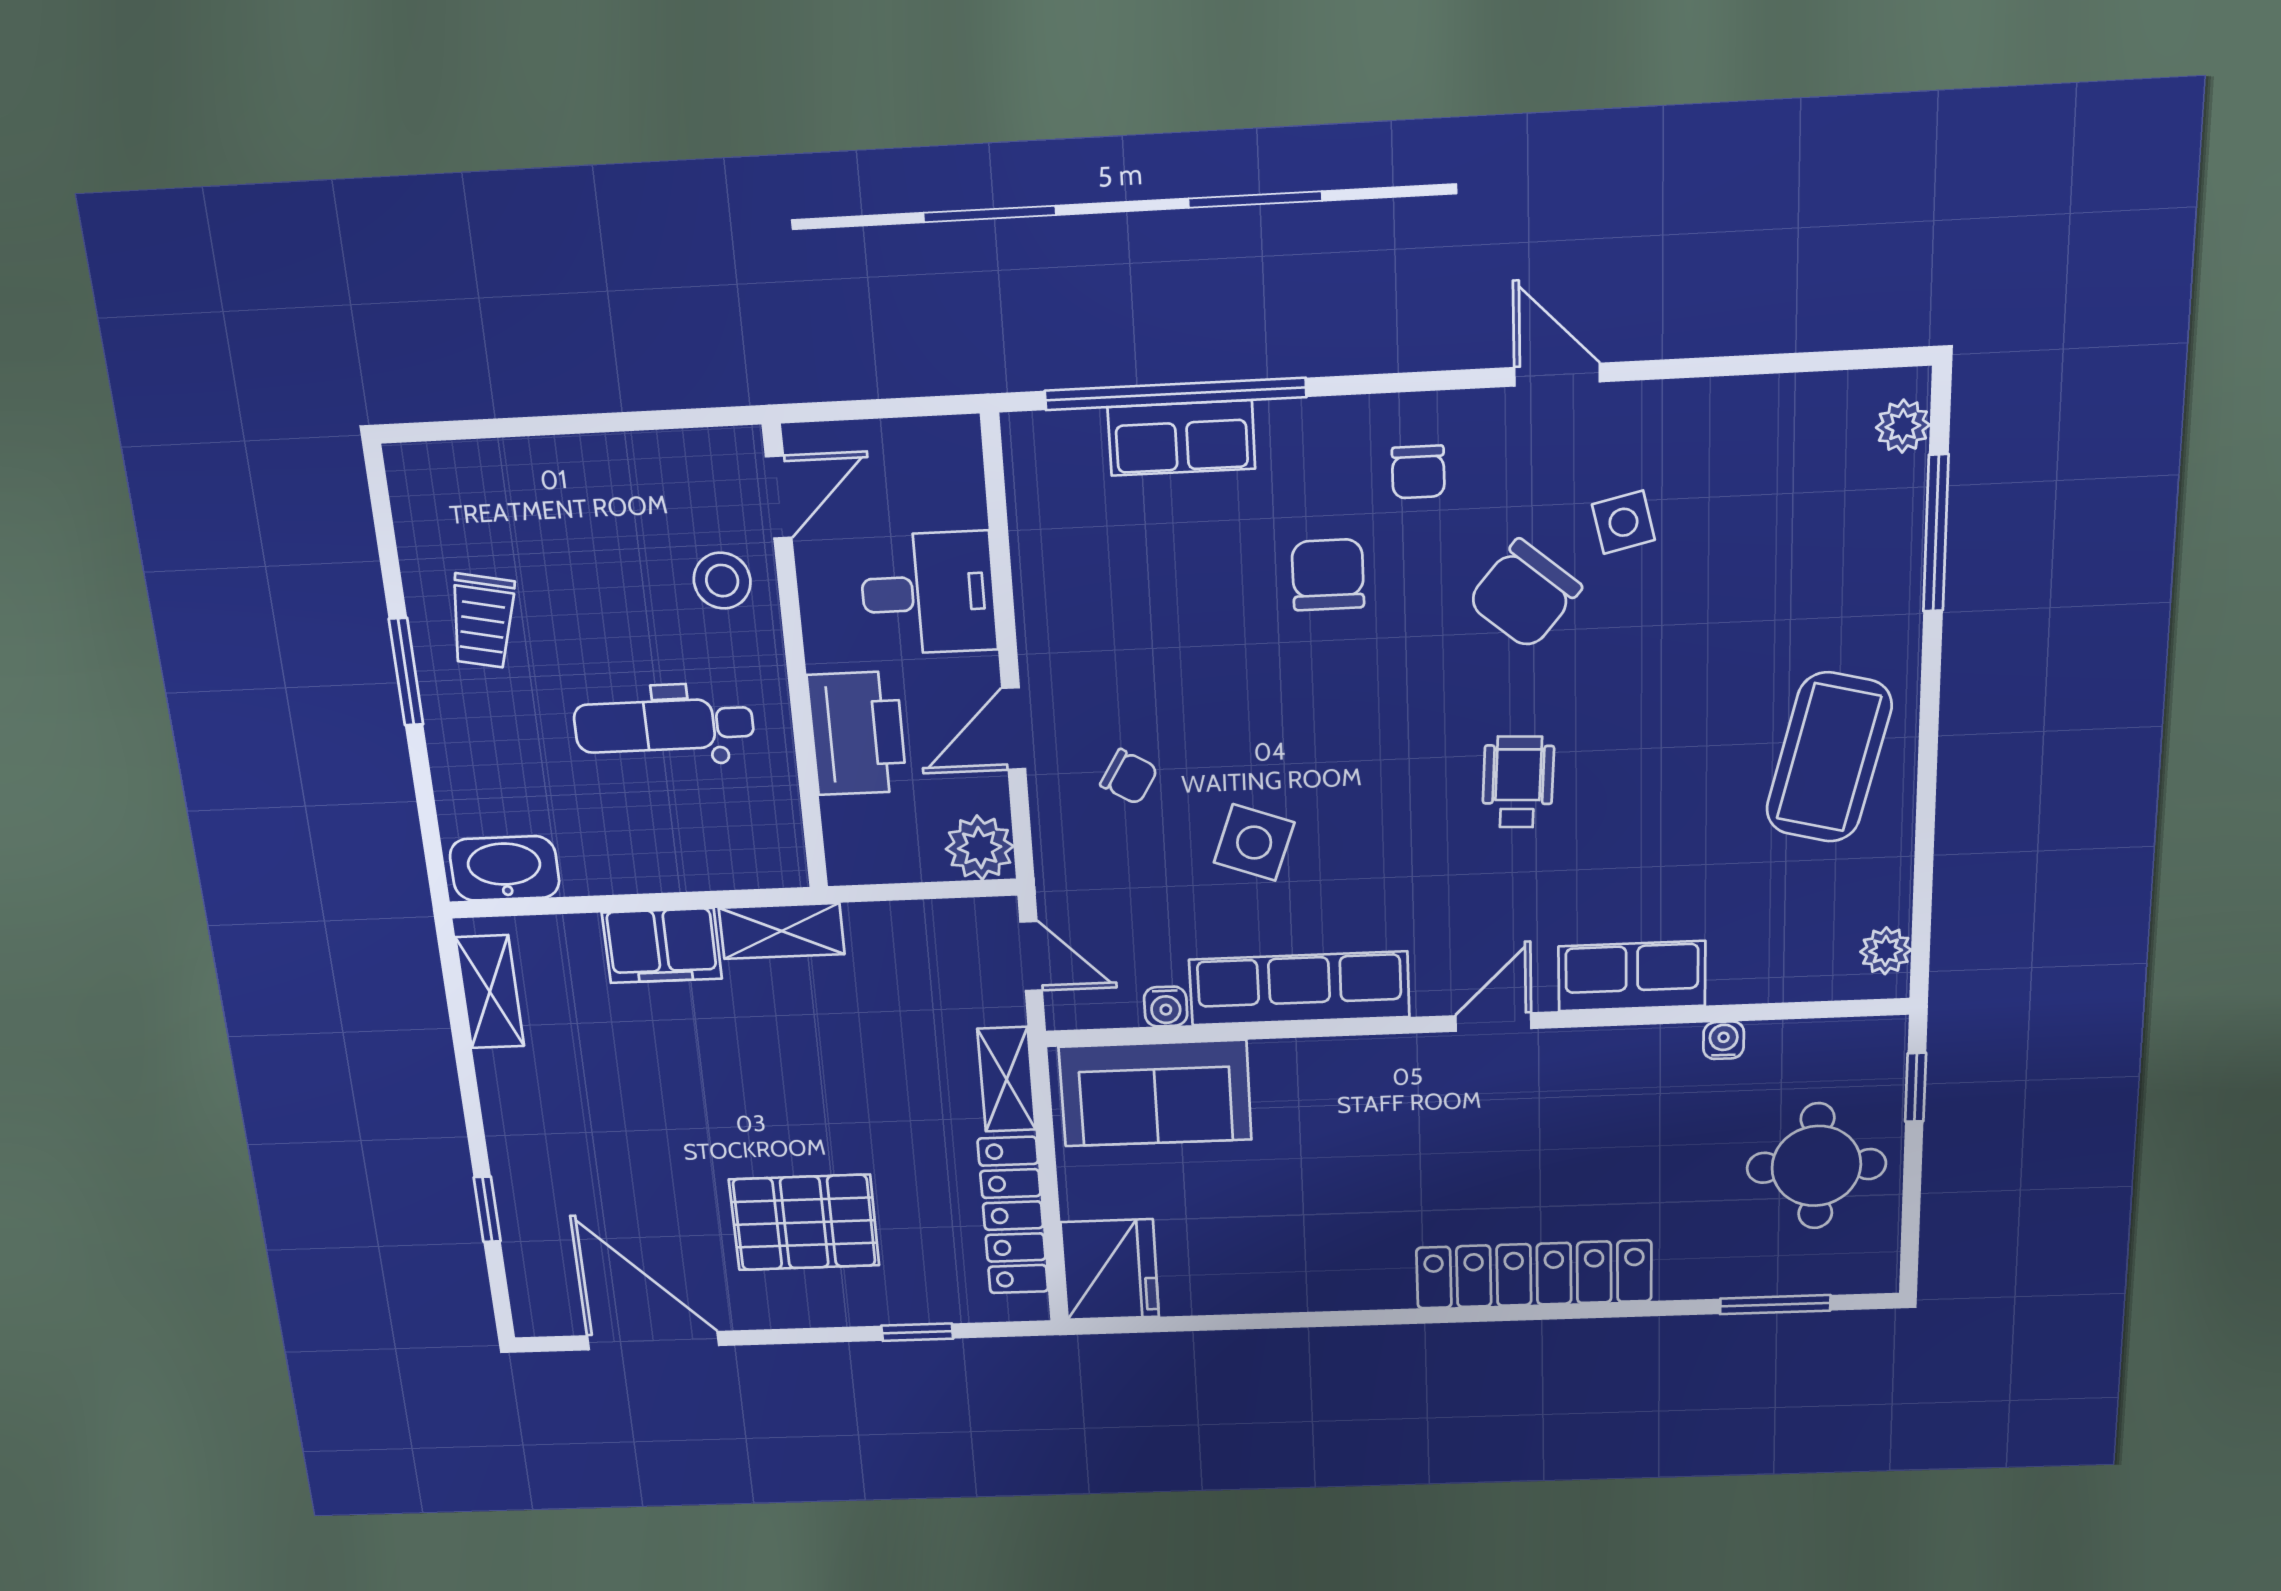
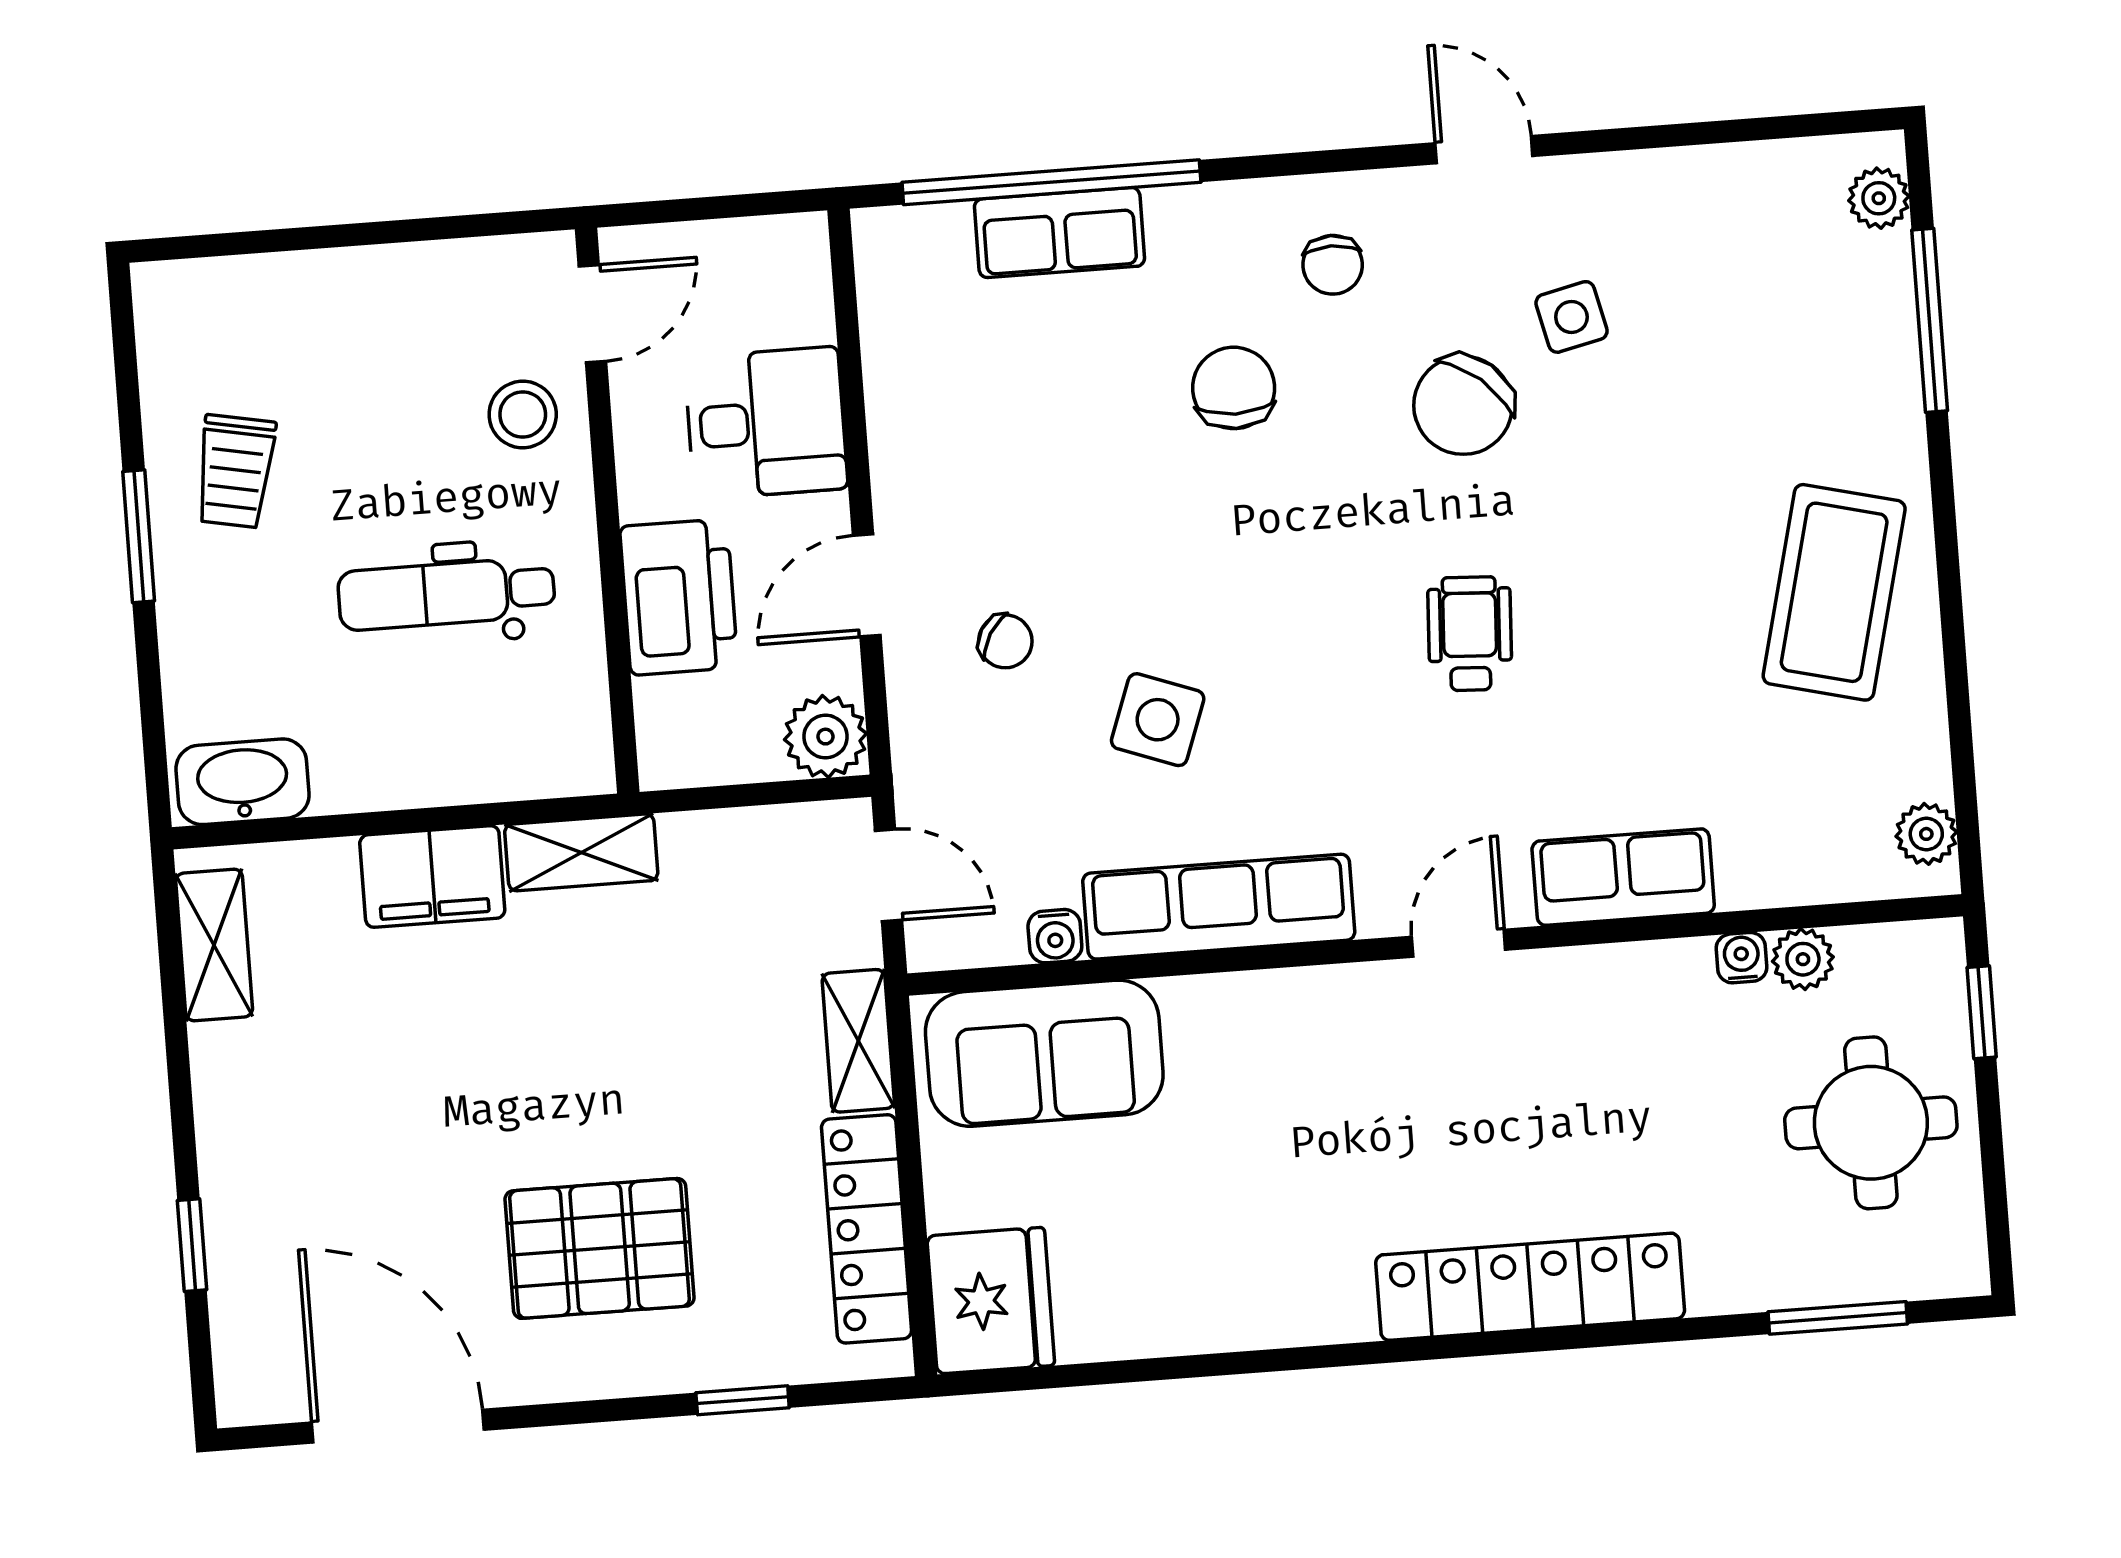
plant: (1774, 1043) -> (1803, 959), added

